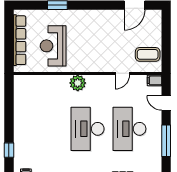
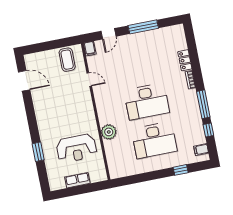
row of seats: (20, 40) -> (77, 180), width x0.50
plant: (78, 83) -> (109, 132), moved
desk: (129, 129) -> (154, 140), moved

